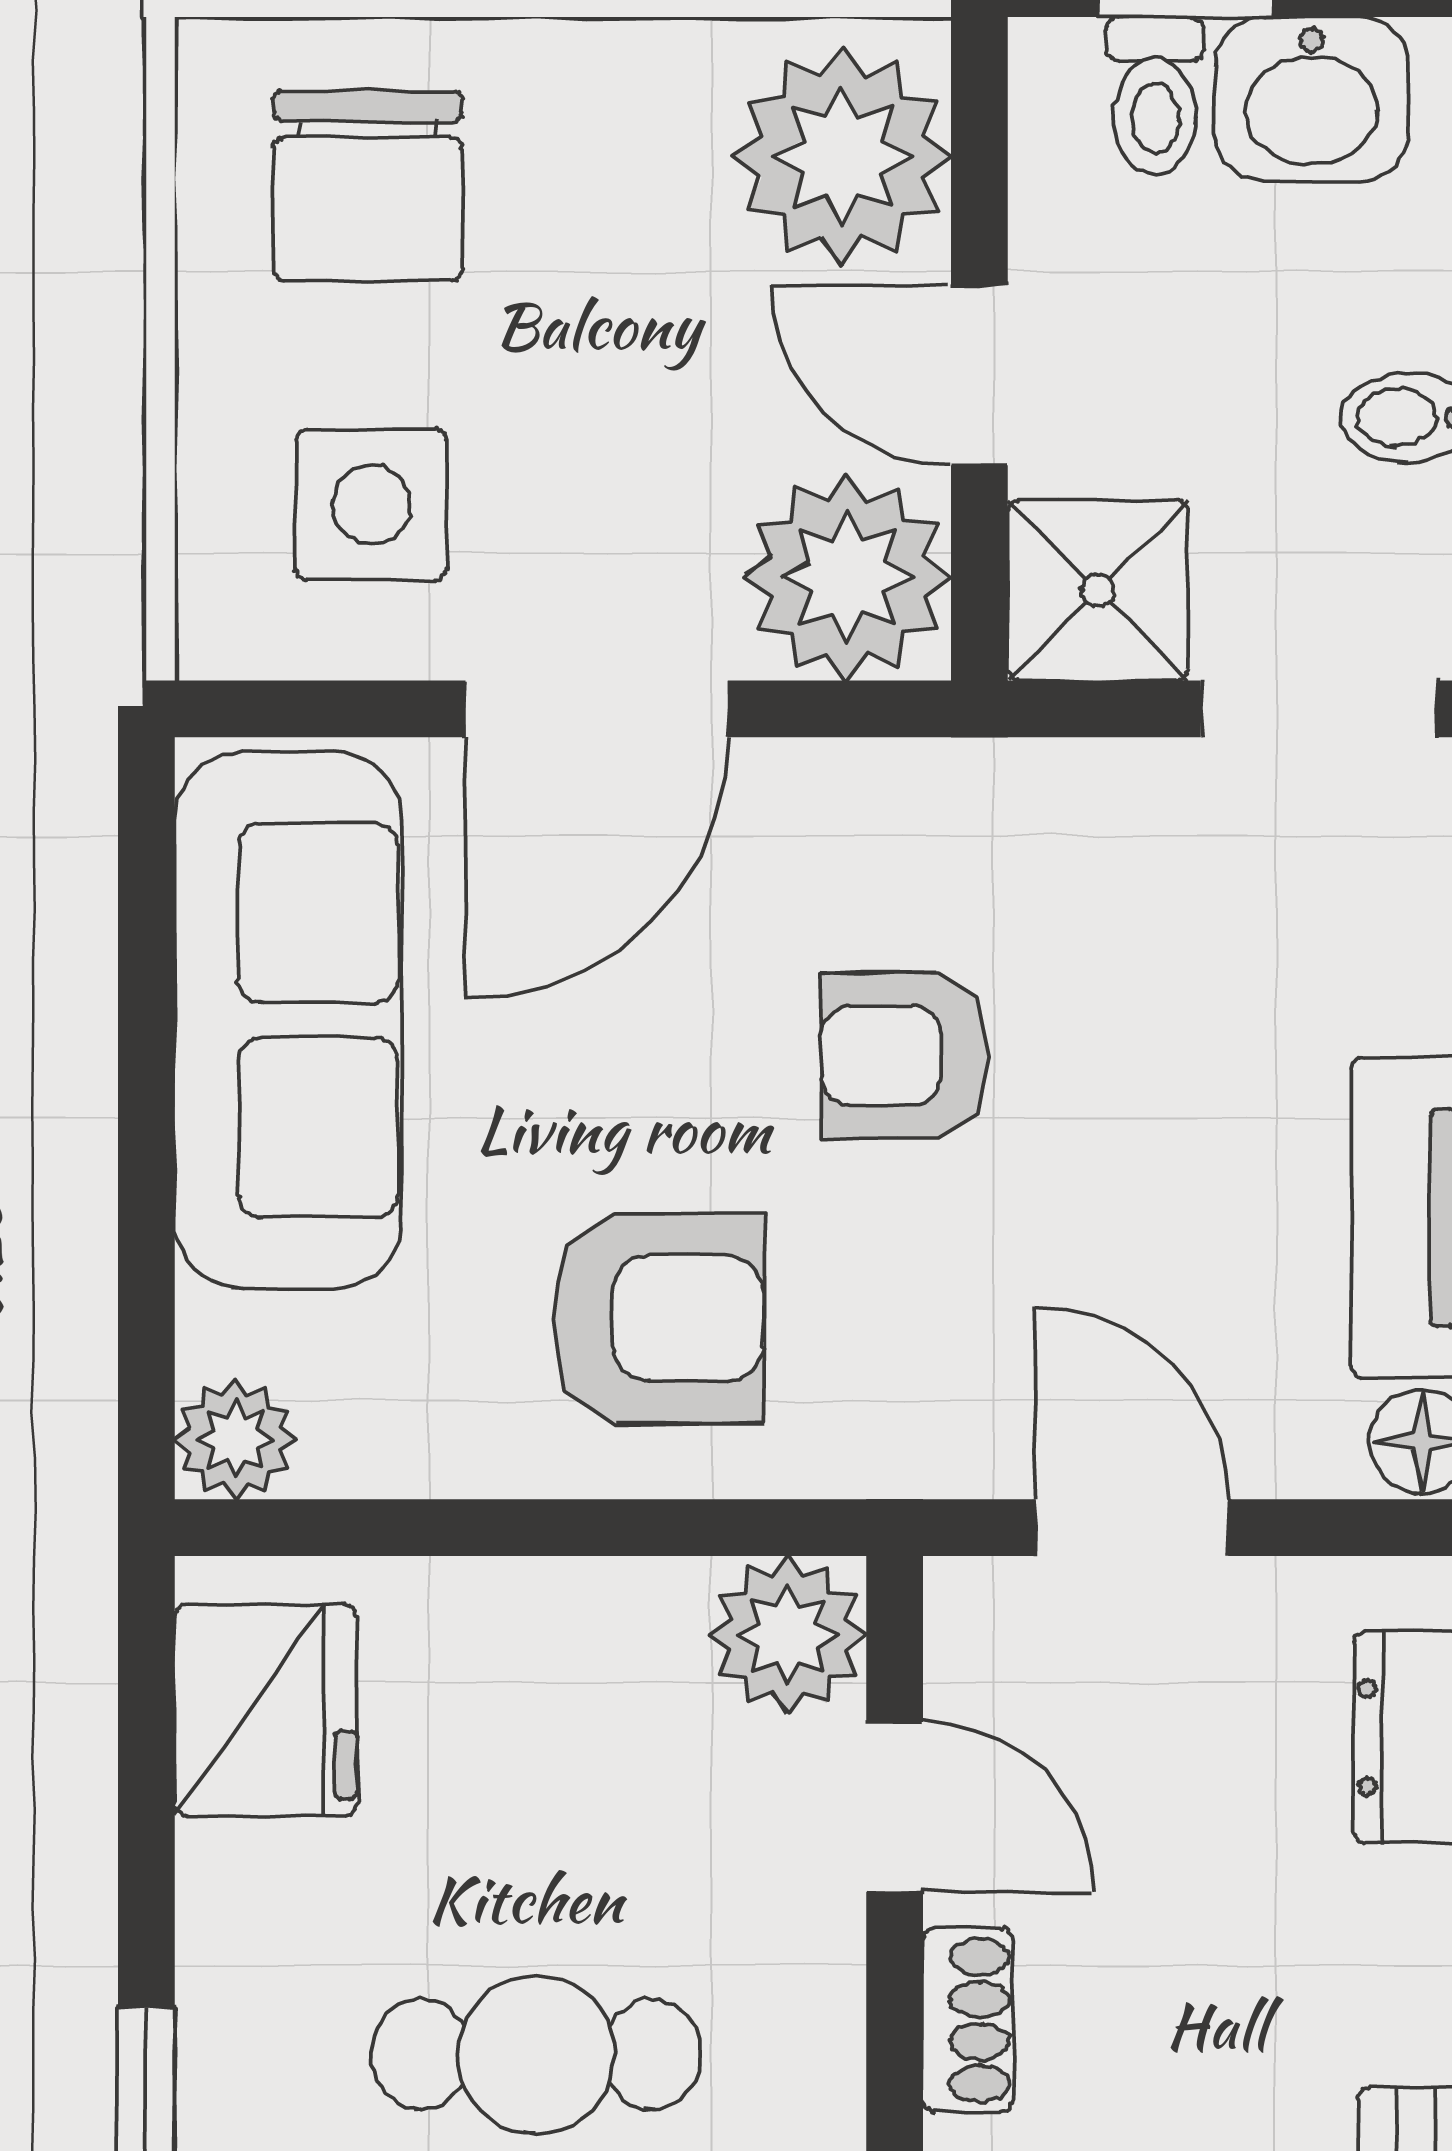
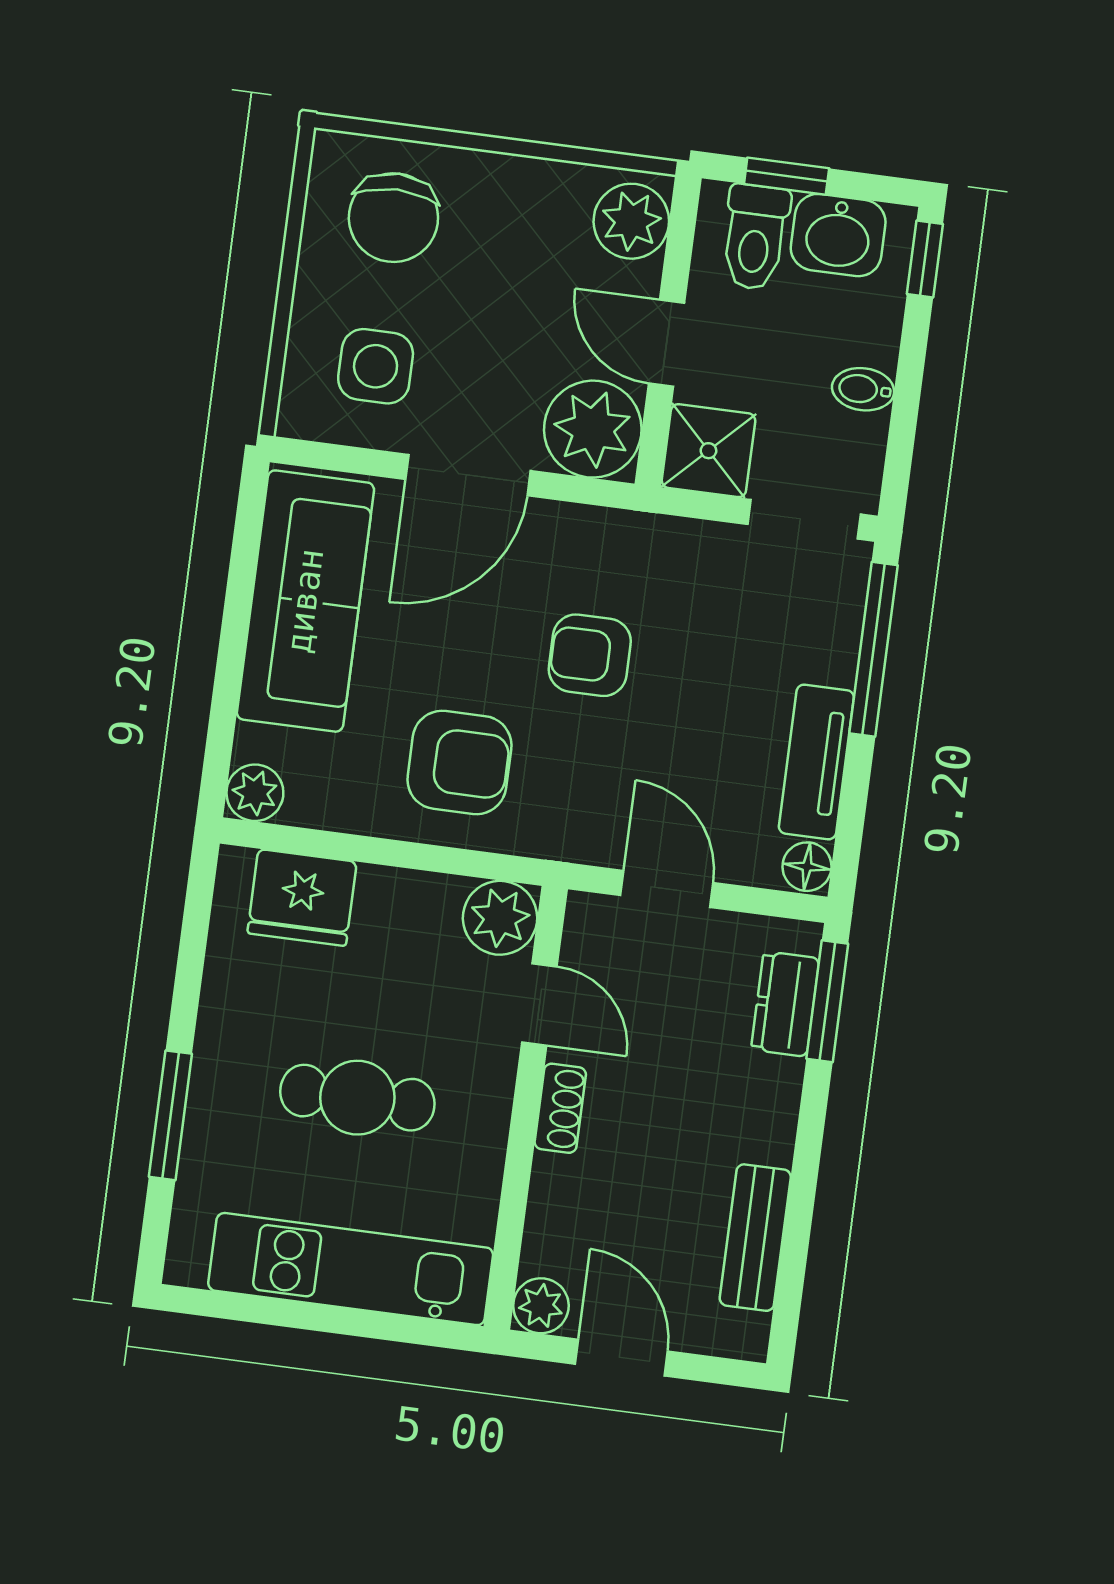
toilet: (1155, 96) -> (755, 237), width x1.37, depth x1.39
plant: (842, 156) -> (631, 221), width x0.73, depth x0.73
fridge: (266, 1710) -> (302, 897), moved, turned 90

